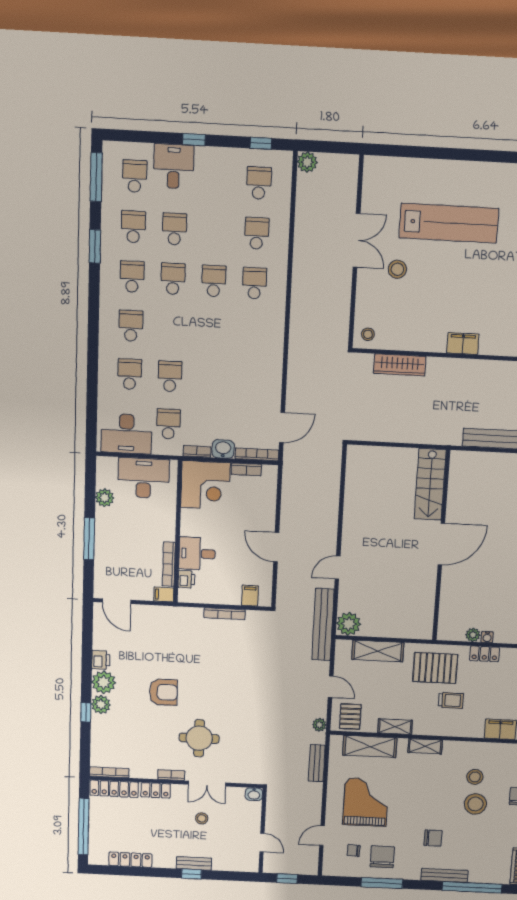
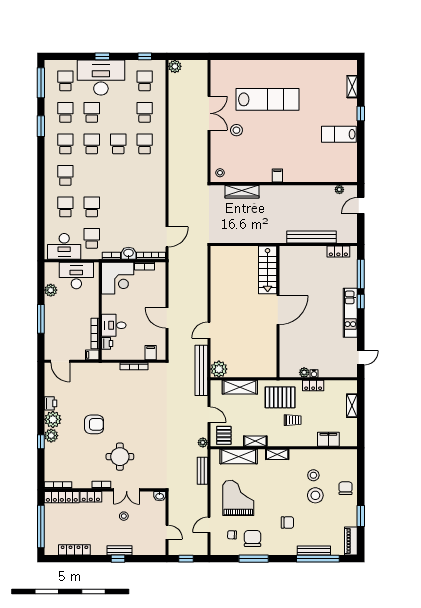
desk: (174, 166) -> (101, 78), width x1.87, depth x1.30
filing cabinet: (463, 344) -> (277, 176), width x0.50
bench: (444, 875) -> (314, 550), moved

